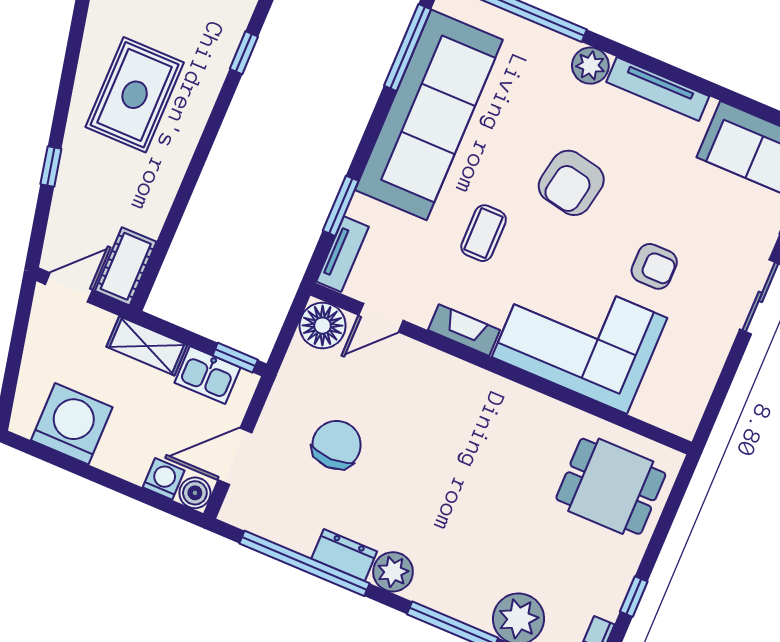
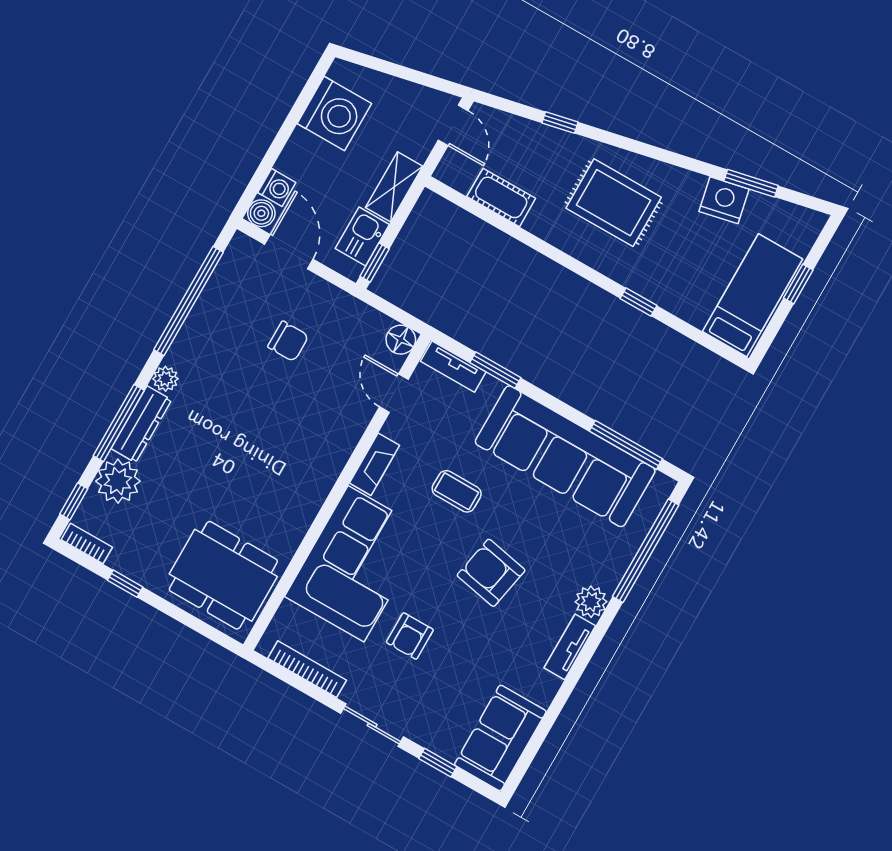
tv unit: (658, 89) -> (570, 647), width x0.71
cot: (126, 266) -> (501, 197), moved
floor lamp: (323, 326) -> (401, 340), width x0.73, depth x0.73
bookcase: (706, 378) -> (307, 669), added
chair: (337, 445) -> (288, 341), width x0.73, depth x0.73
dining table: (611, 486) -> (223, 575), width x1.38
dresser: (344, 555) -> (141, 424), moved, width x1.44
plant: (393, 572) -> (165, 379), width x0.73, depth x0.73

